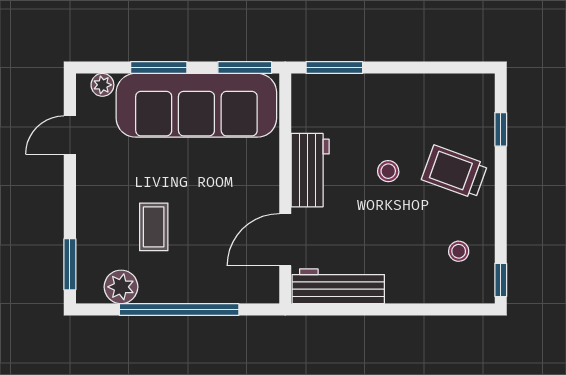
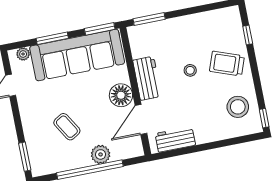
floor lamp: (259, 191) -> (121, 95), added
coffee table: (154, 227) -> (67, 127), turned -31
stool: (459, 251) -> (238, 107), width x1.89, depth x1.89
workbench: (338, 286) -> (175, 139), width x0.73
plant: (121, 287) -> (101, 154), moved

